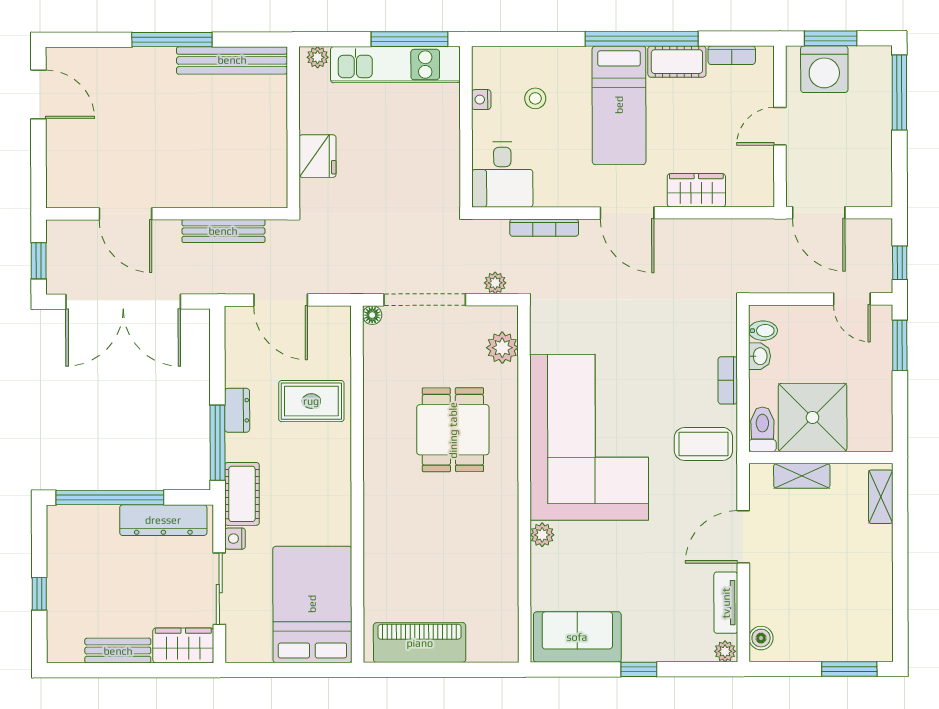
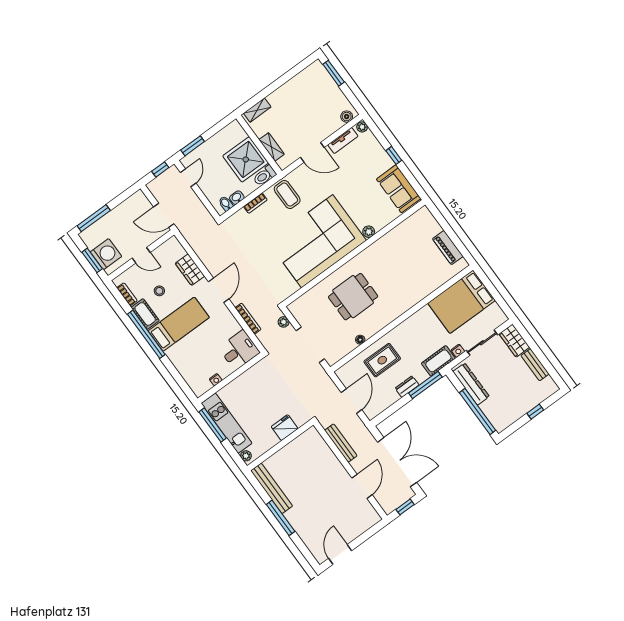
stool: (535, 98) -> (159, 291), moved
door: (819, 213) -> (164, 215), swing flipped
floor lamp: (372, 315) -> (360, 340), moved
plant: (502, 348) -> (307, 301), removed
rug: (311, 401) -> (382, 360), turned 90
piano: (420, 643) -> (448, 248), width x0.73, depth x0.75

